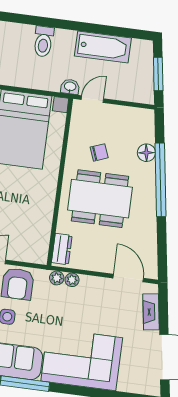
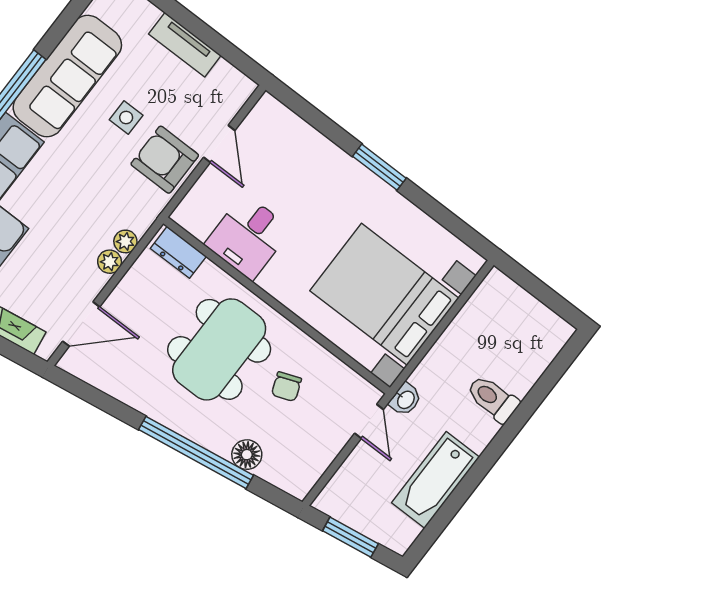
desk: (33, 217) -> (248, 237), added
plant: (57, 278) -> (110, 262), moved

